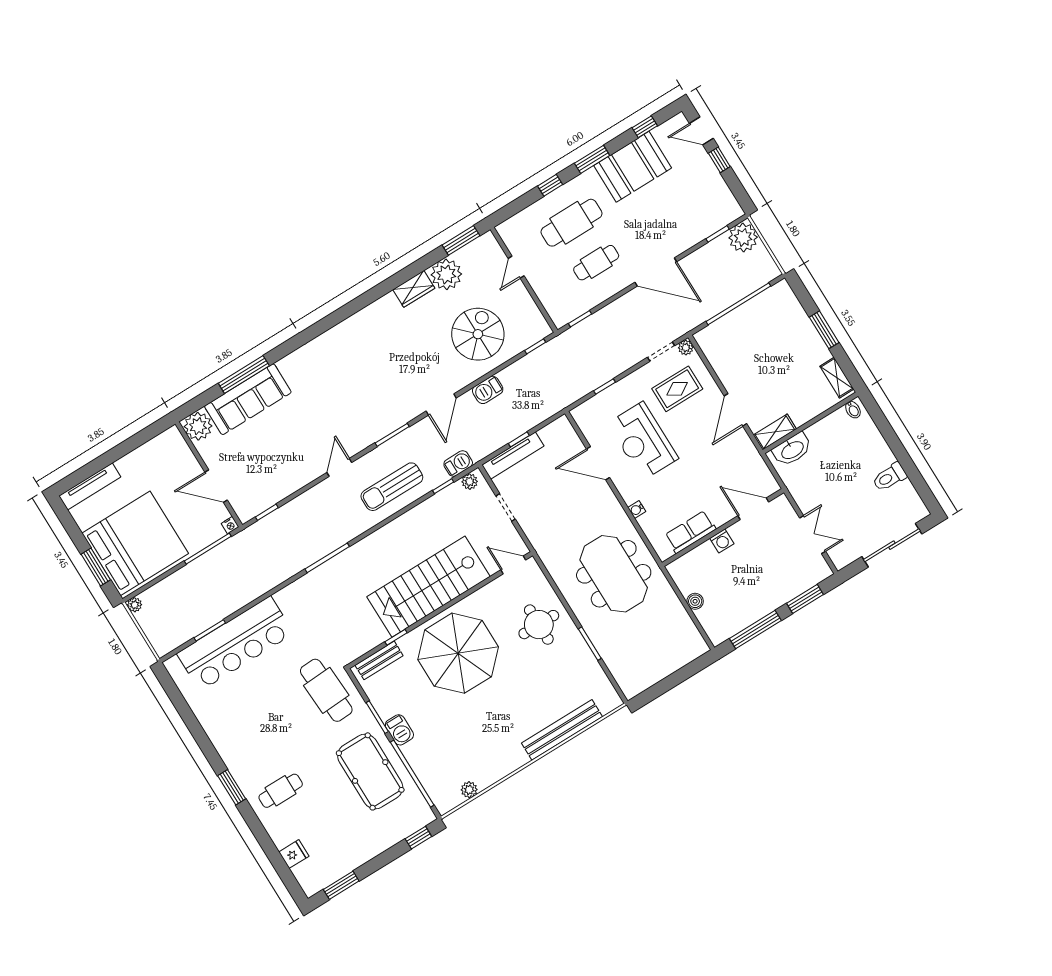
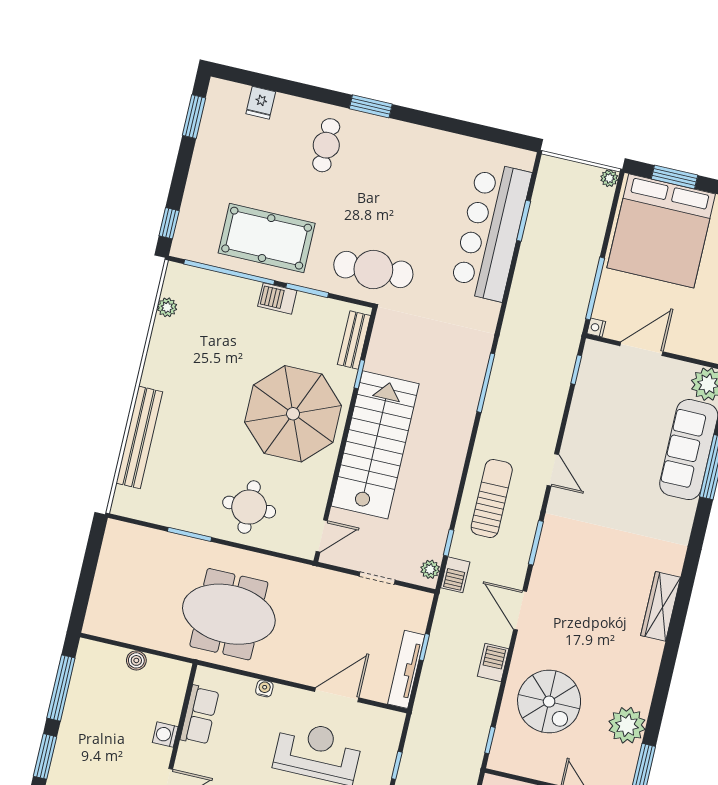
wardrobe: (414, 289) -> (661, 606), moved, width x1.50
tv unit: (513, 455) -> (406, 669), moved

